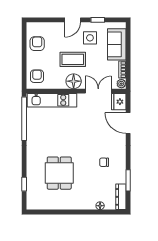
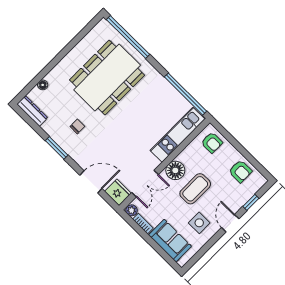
window: (98, 20) -> (251, 202), moved
dining table: (59, 173) -> (107, 78), width x1.88, depth x1.24
window: (128, 180) -> (57, 148), moved
window: (24, 184) -> (128, 37), width x3.17

